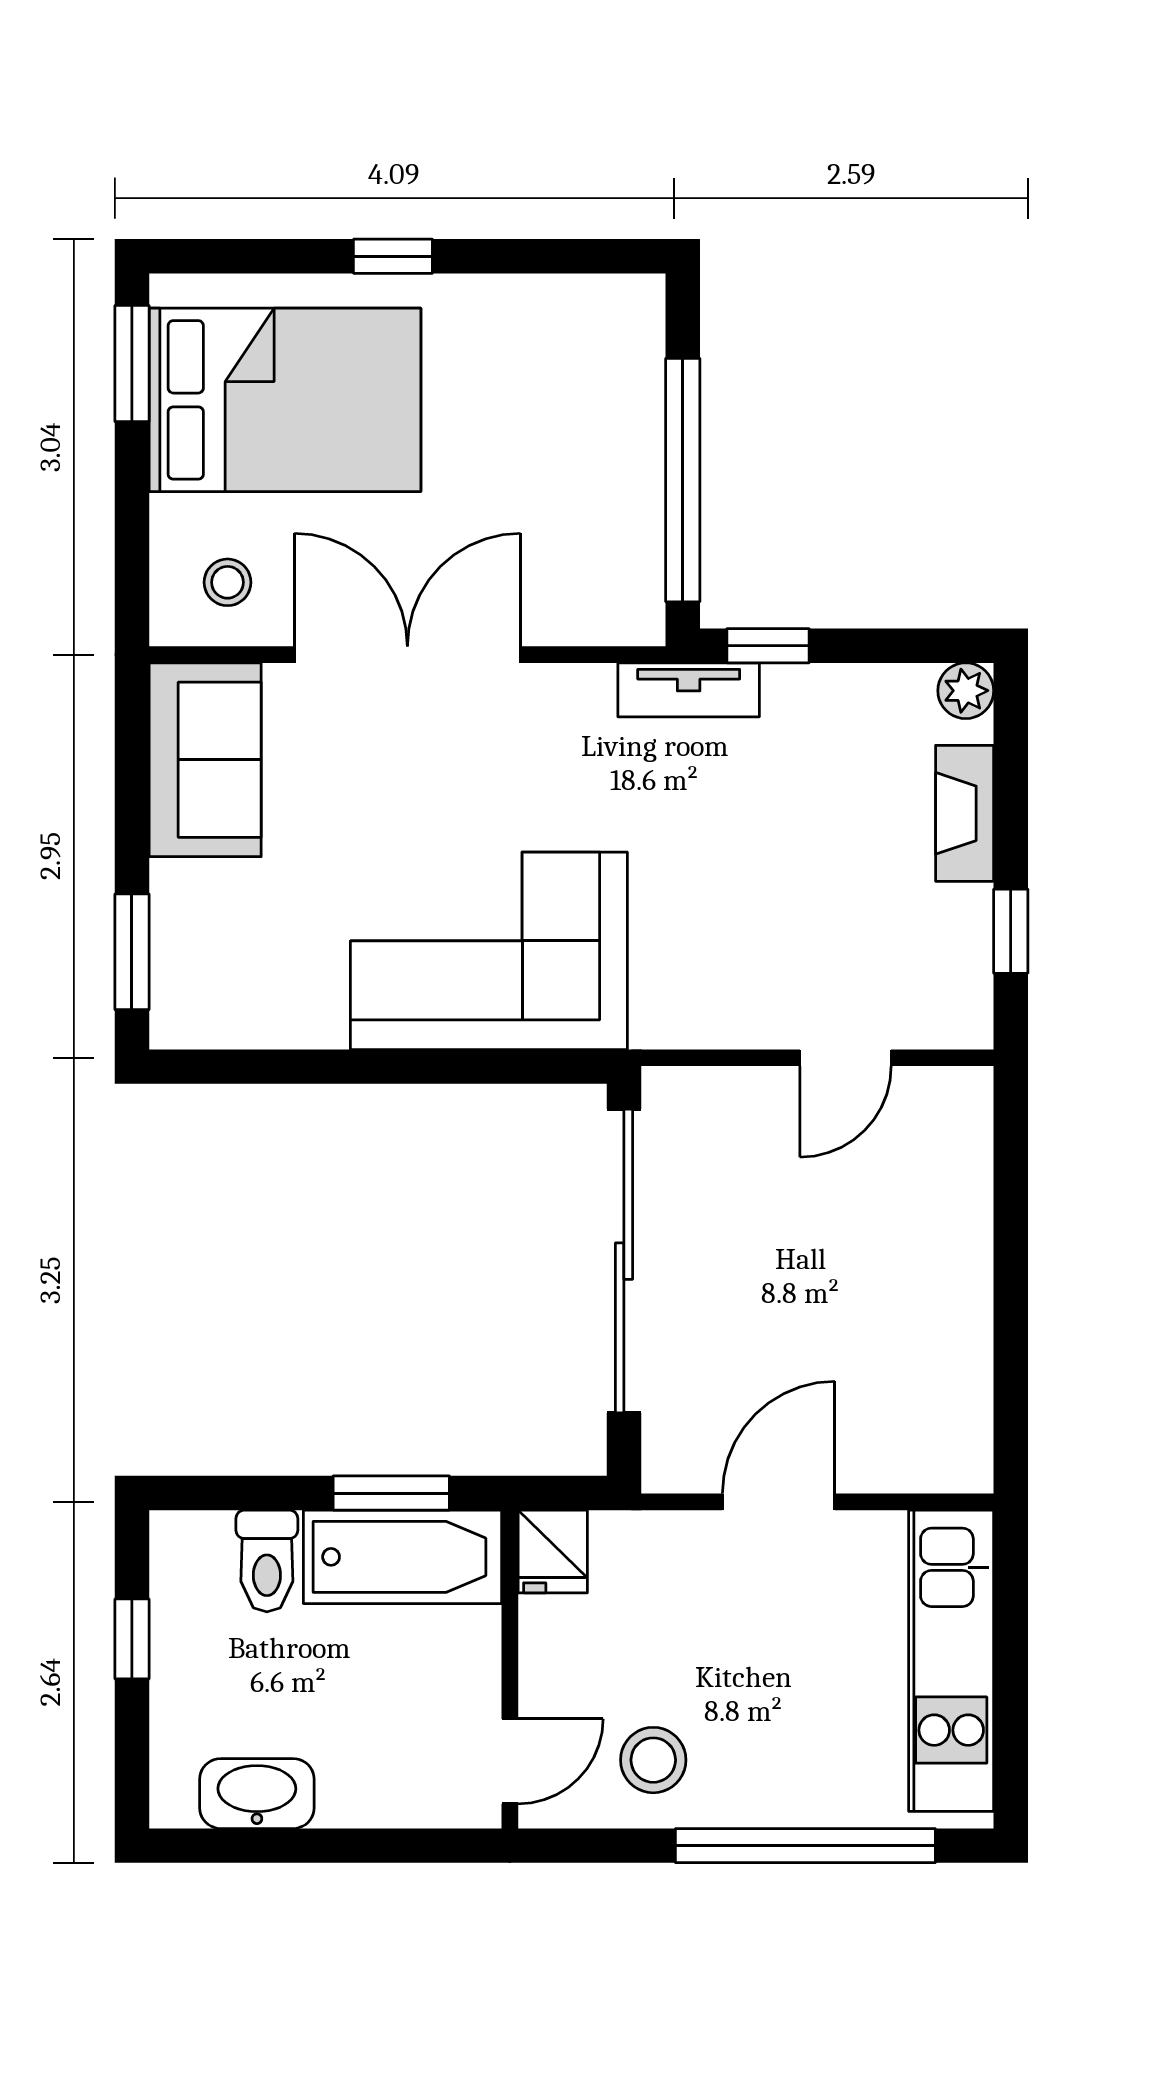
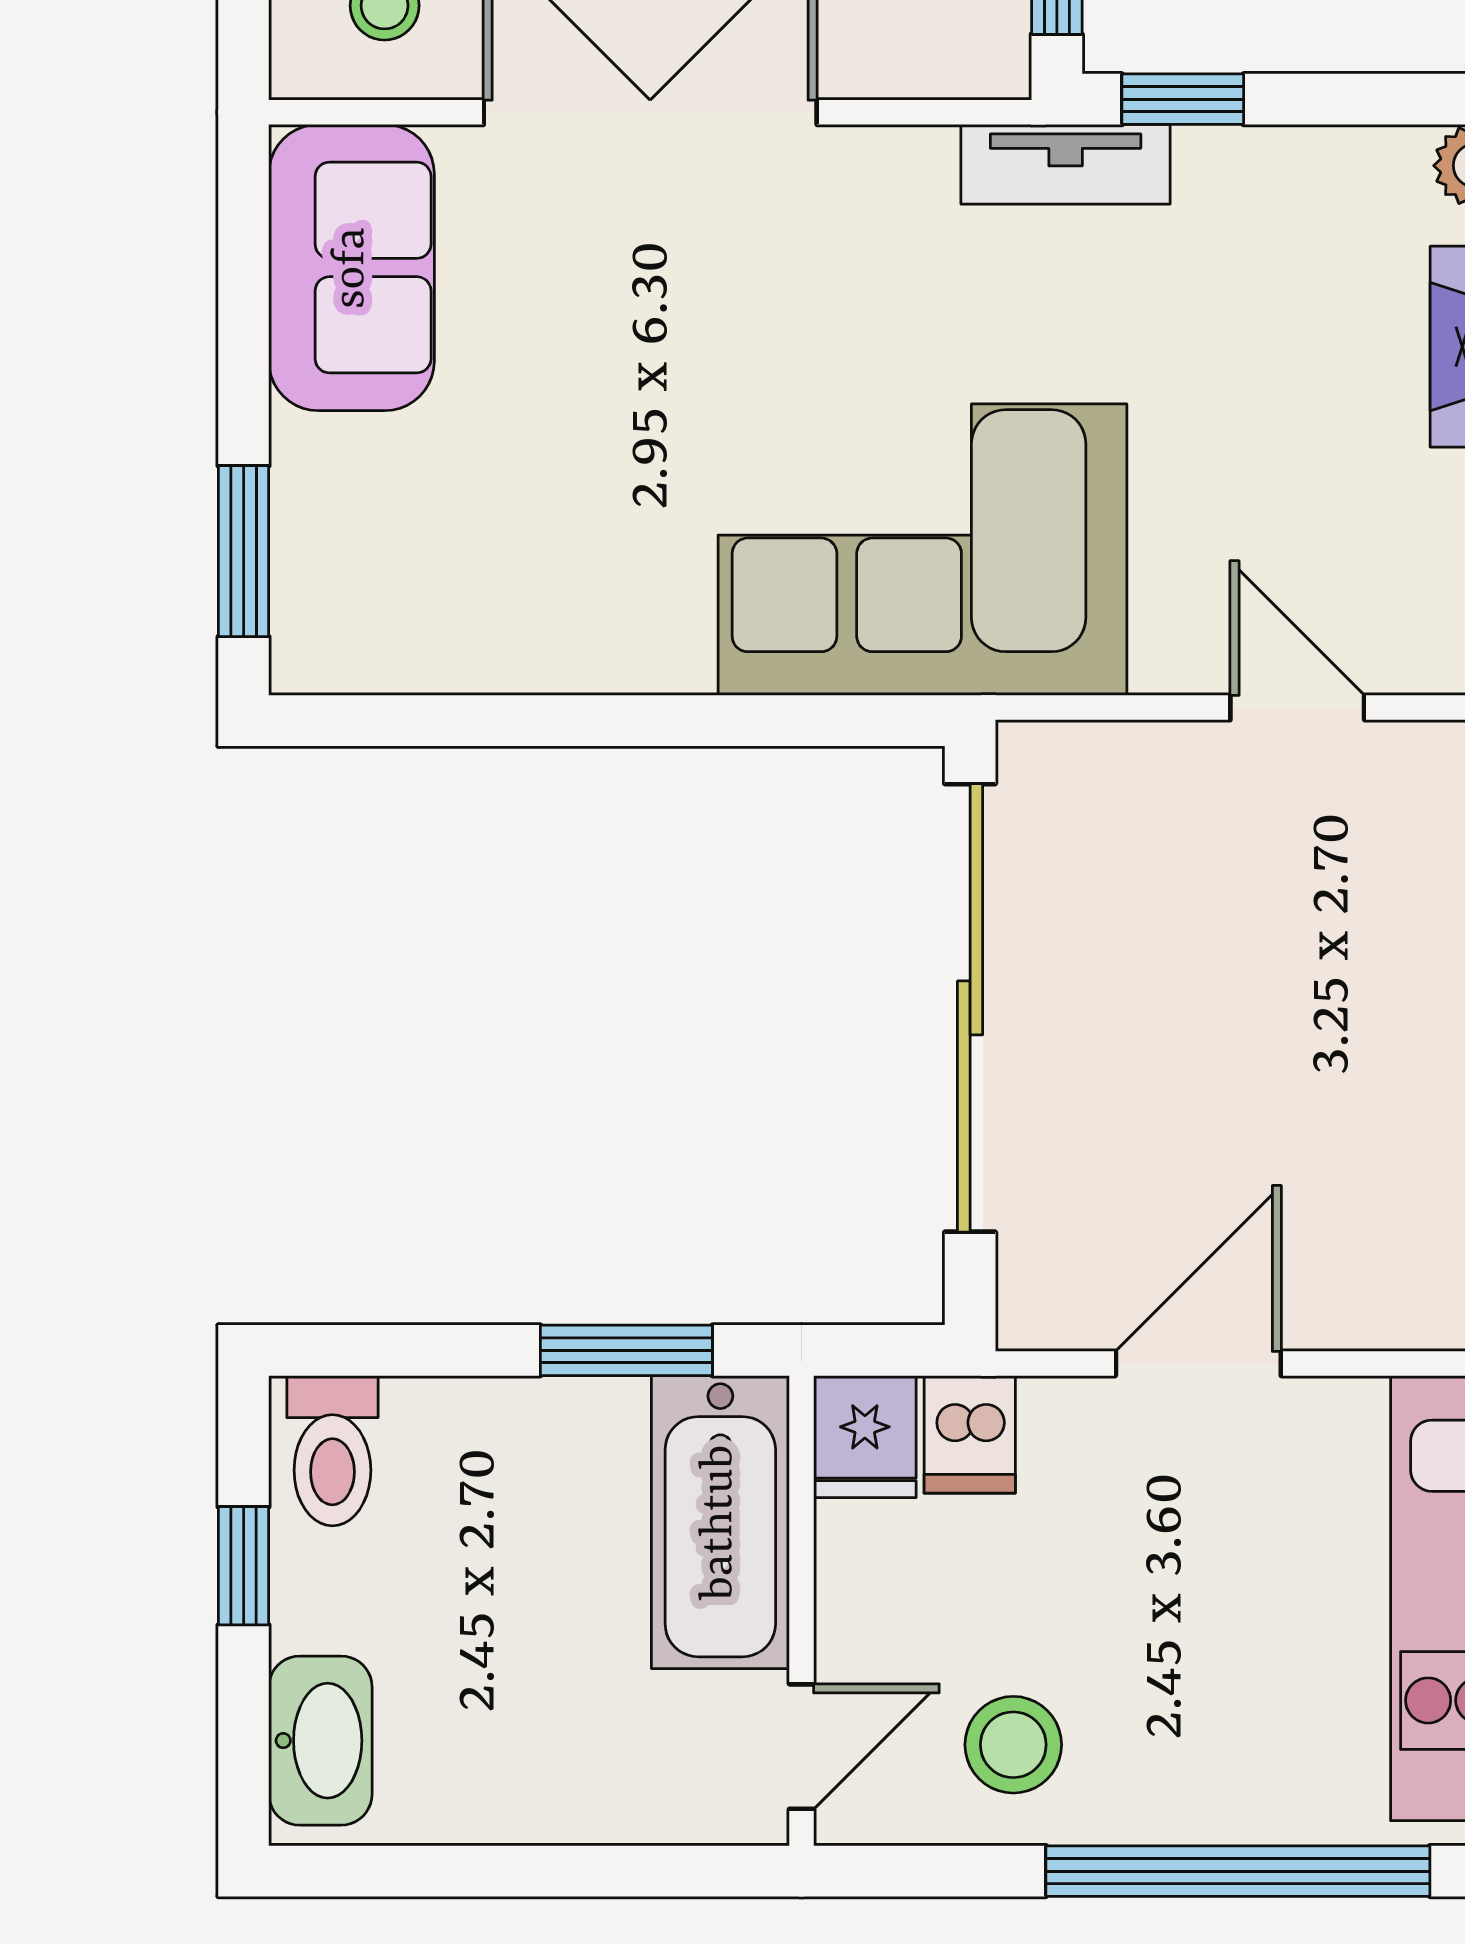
corner sofa: (489, 951) -> (922, 550), moved
door: (846, 1058) -> (1297, 708), swing flipped
dishwasher: (624, 1550) -> (970, 1434), added
bathtub: (402, 1557) -> (720, 1522), moved, turned 90
toilet: (267, 1561) -> (332, 1451), moved
washbasin: (257, 1794) -> (320, 1741), moved, turned 90

